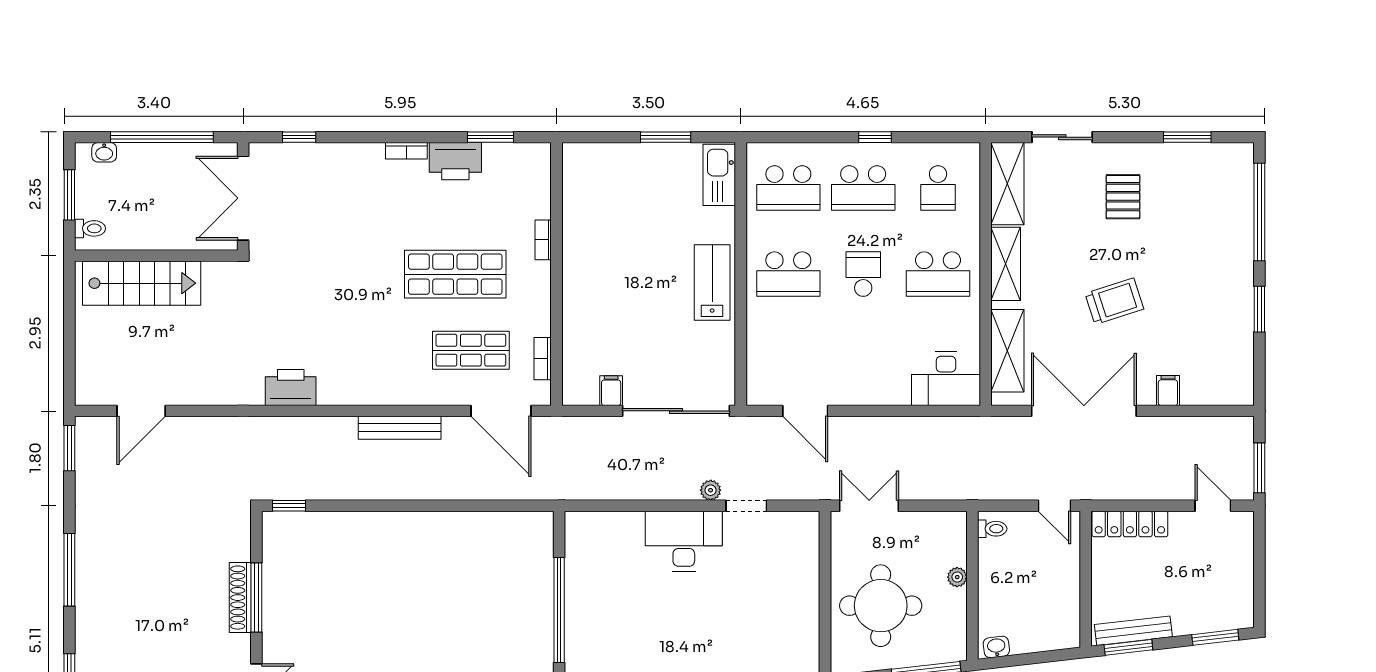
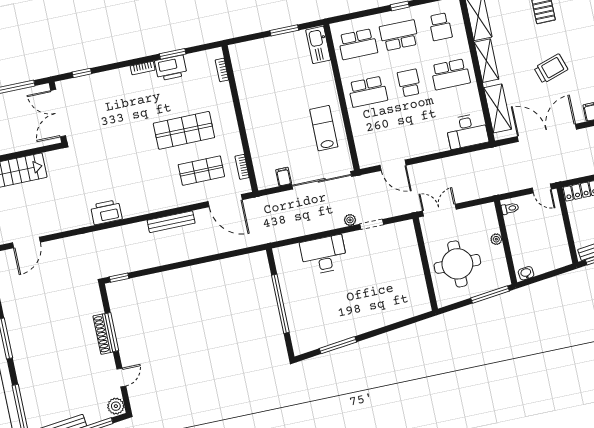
window: (491, 137) -> (173, 54), moved
school desk: (863, 188) -> (399, 35), turned 180
bookcase: (543, 240) -> (222, 70), moved
lab bench: (712, 282) -> (324, 128), moved
desk: (684, 541) -> (324, 255), moved

